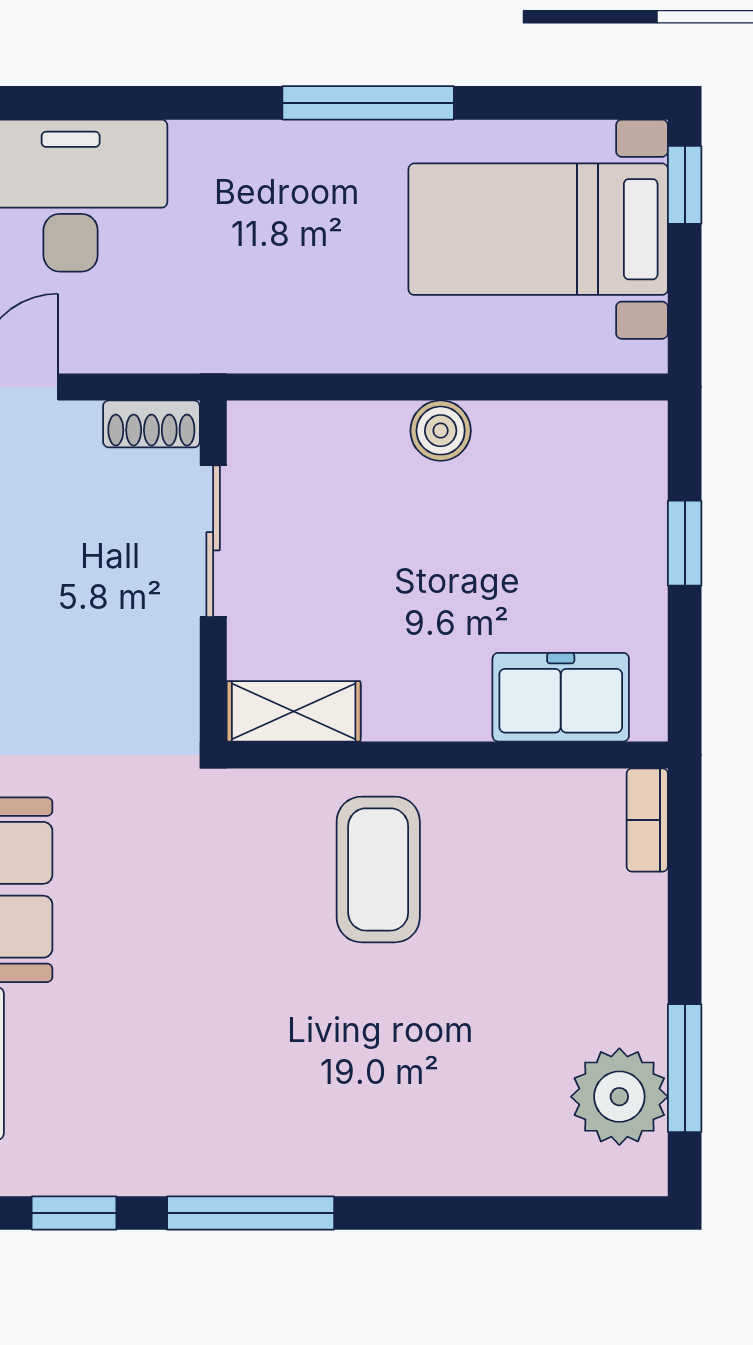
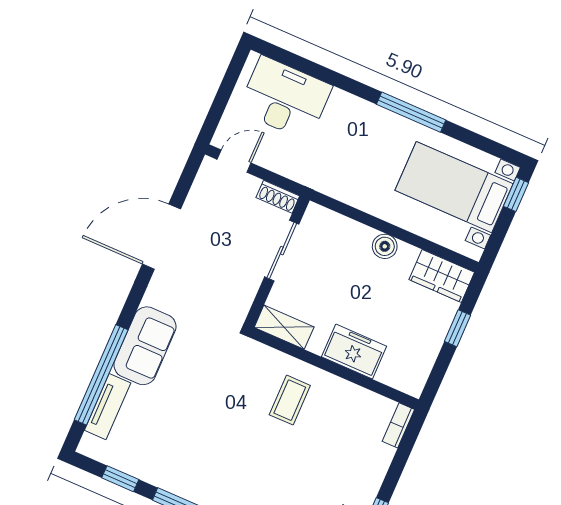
wardrobe: (598, 441) -> (442, 276), added
freezer: (561, 697) -> (354, 351), moved
coffee table: (378, 869) -> (290, 400), width x0.73, depth x0.77

